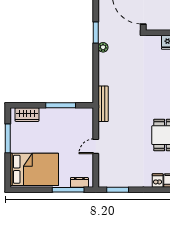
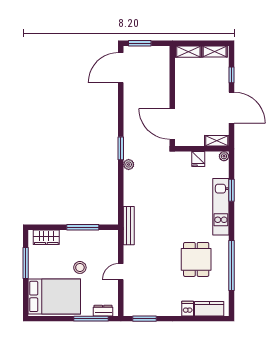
stool: (58, 143) -> (80, 267), added

